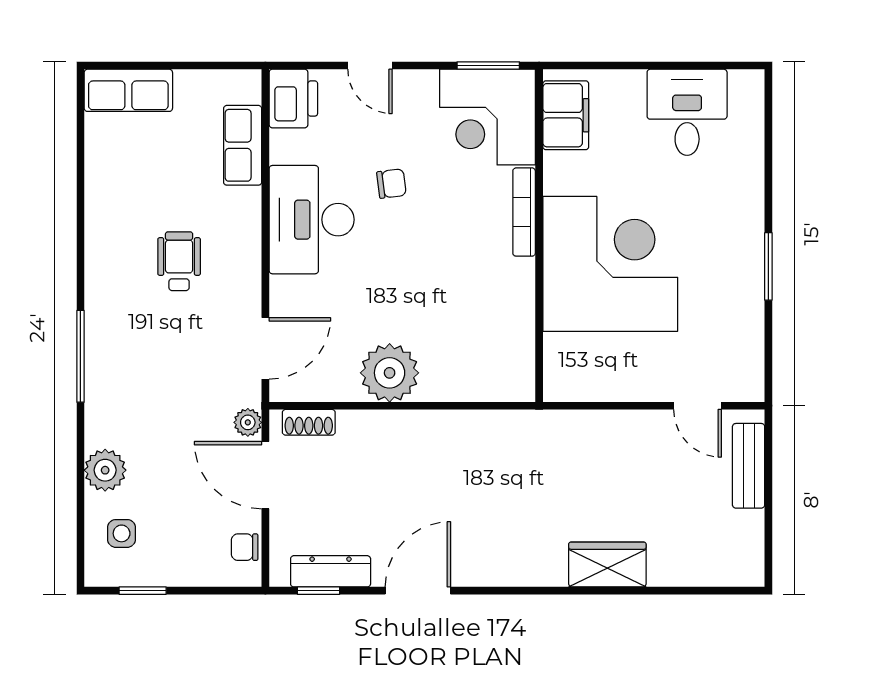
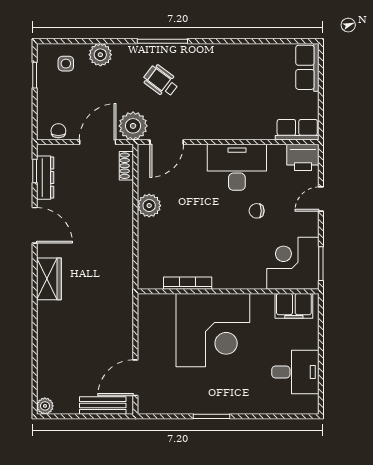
row of seats: (243, 145) -> (297, 130), moved
chair: (391, 184) -> (257, 211), turned 97
bookcase: (524, 212) -> (188, 283), moved
wheelchair: (179, 261) -> (161, 81), moved, turned -143
door: (265, 348) -> (167, 142), hinge flipped
plant: (390, 373) -> (149, 206), width x0.73, depth x0.73
door: (698, 406) -> (135, 378), width x1.38
plant: (248, 422) -> (133, 126), width x1.87, depth x1.87
wardrobe: (607, 565) -> (49, 279), moved
plant: (749, 572) -> (45, 406), added

